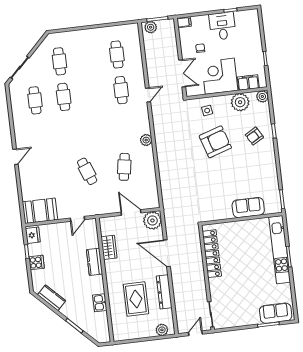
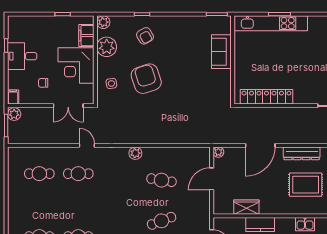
plant: (151, 27) -> (14, 114), moved
double door: (182, 73) -> (68, 106), swing flipped
plant: (152, 220) -> (218, 152), width x0.53, depth x0.53

